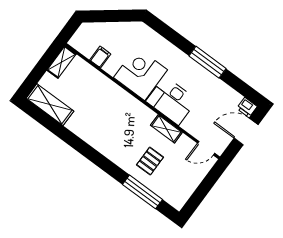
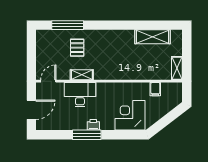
corner desk: (140, 74) -> (130, 115), moved, turned 180
desk: (171, 101) -> (80, 95), moved
shelving: (50, 105) -> (153, 37), moved
printer: (247, 107) -> (93, 125), moved

